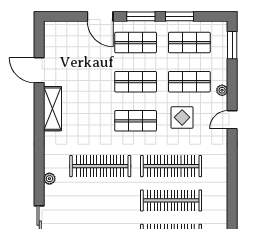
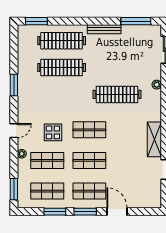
clothes rail: (171, 166) -> (62, 94), removed
window: (232, 178) -> (14, 85), added

